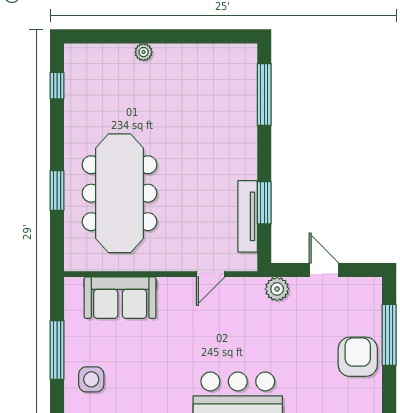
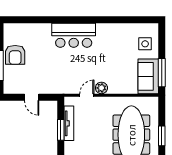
plant: (277, 289) -> (101, 88), moved
sofa: (120, 298) -> (148, 76), moved, turned -90
window: (57, 350) -> (162, 73), moved

